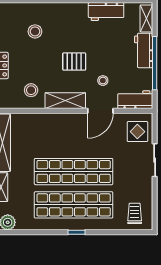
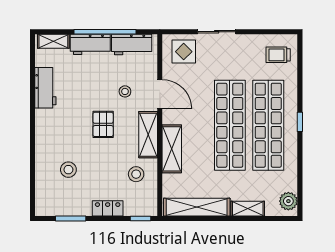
workbench: (135, 100) -> (132, 44), moved, turned -90
shelving: (53, 121) -> (172, 149), added

